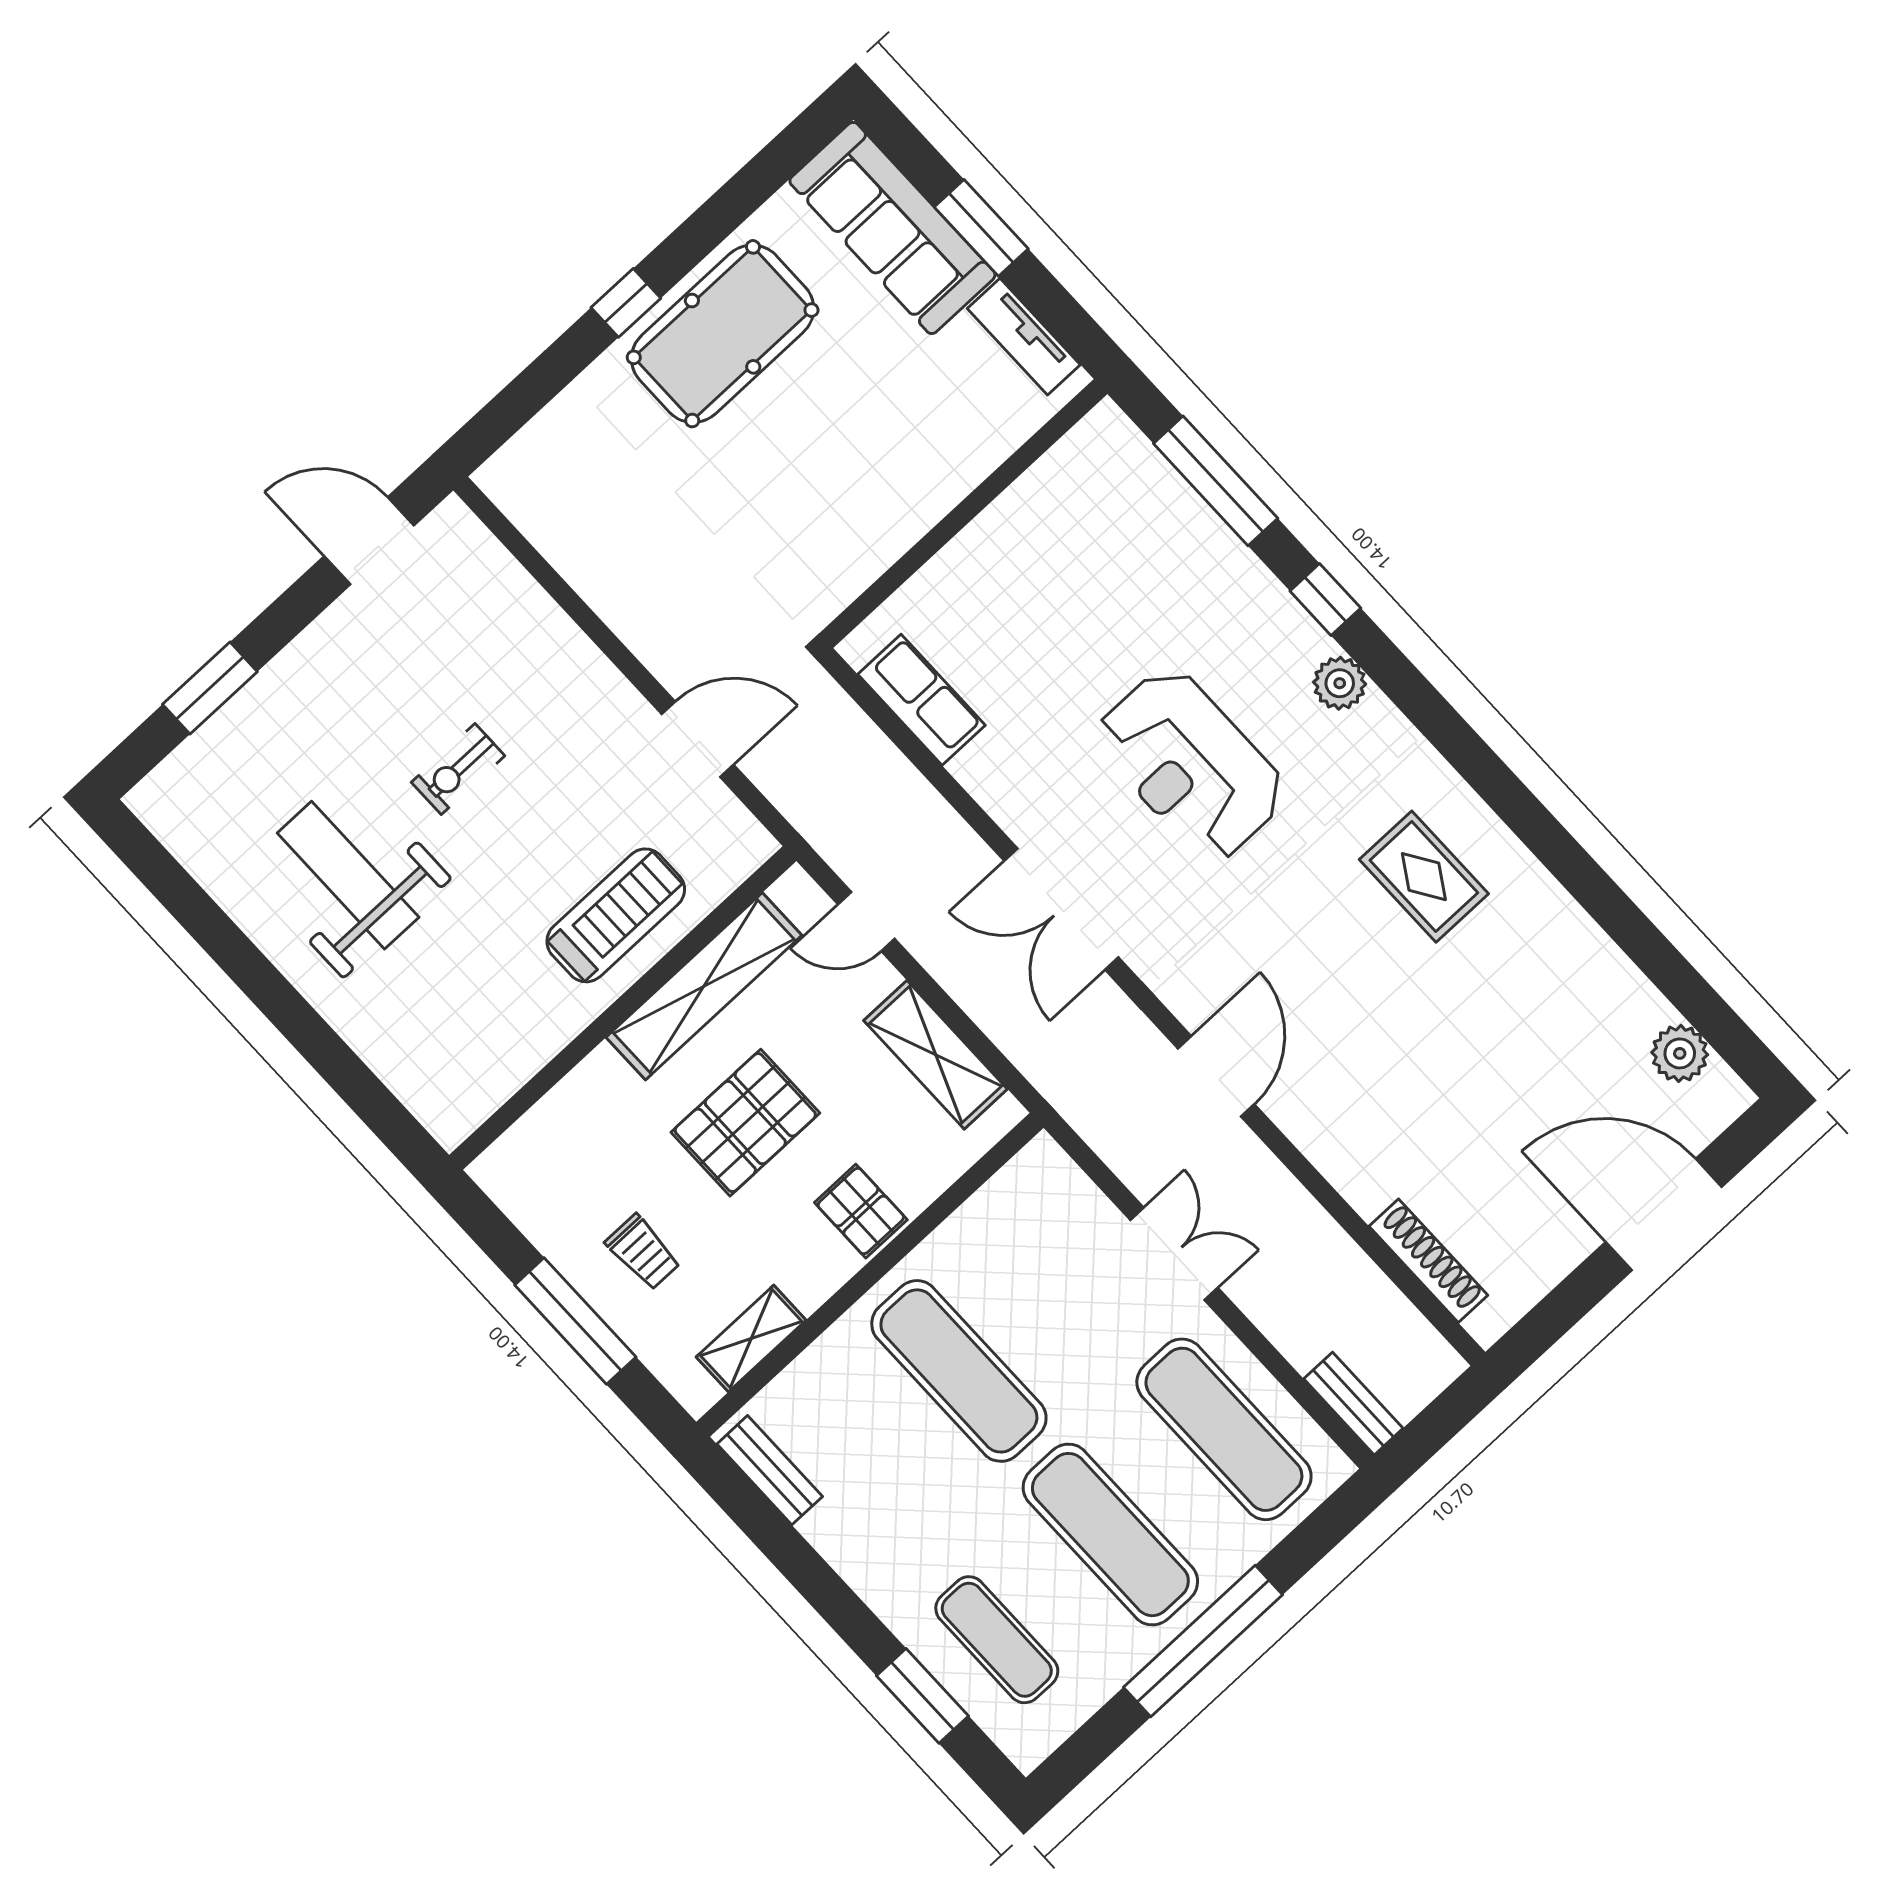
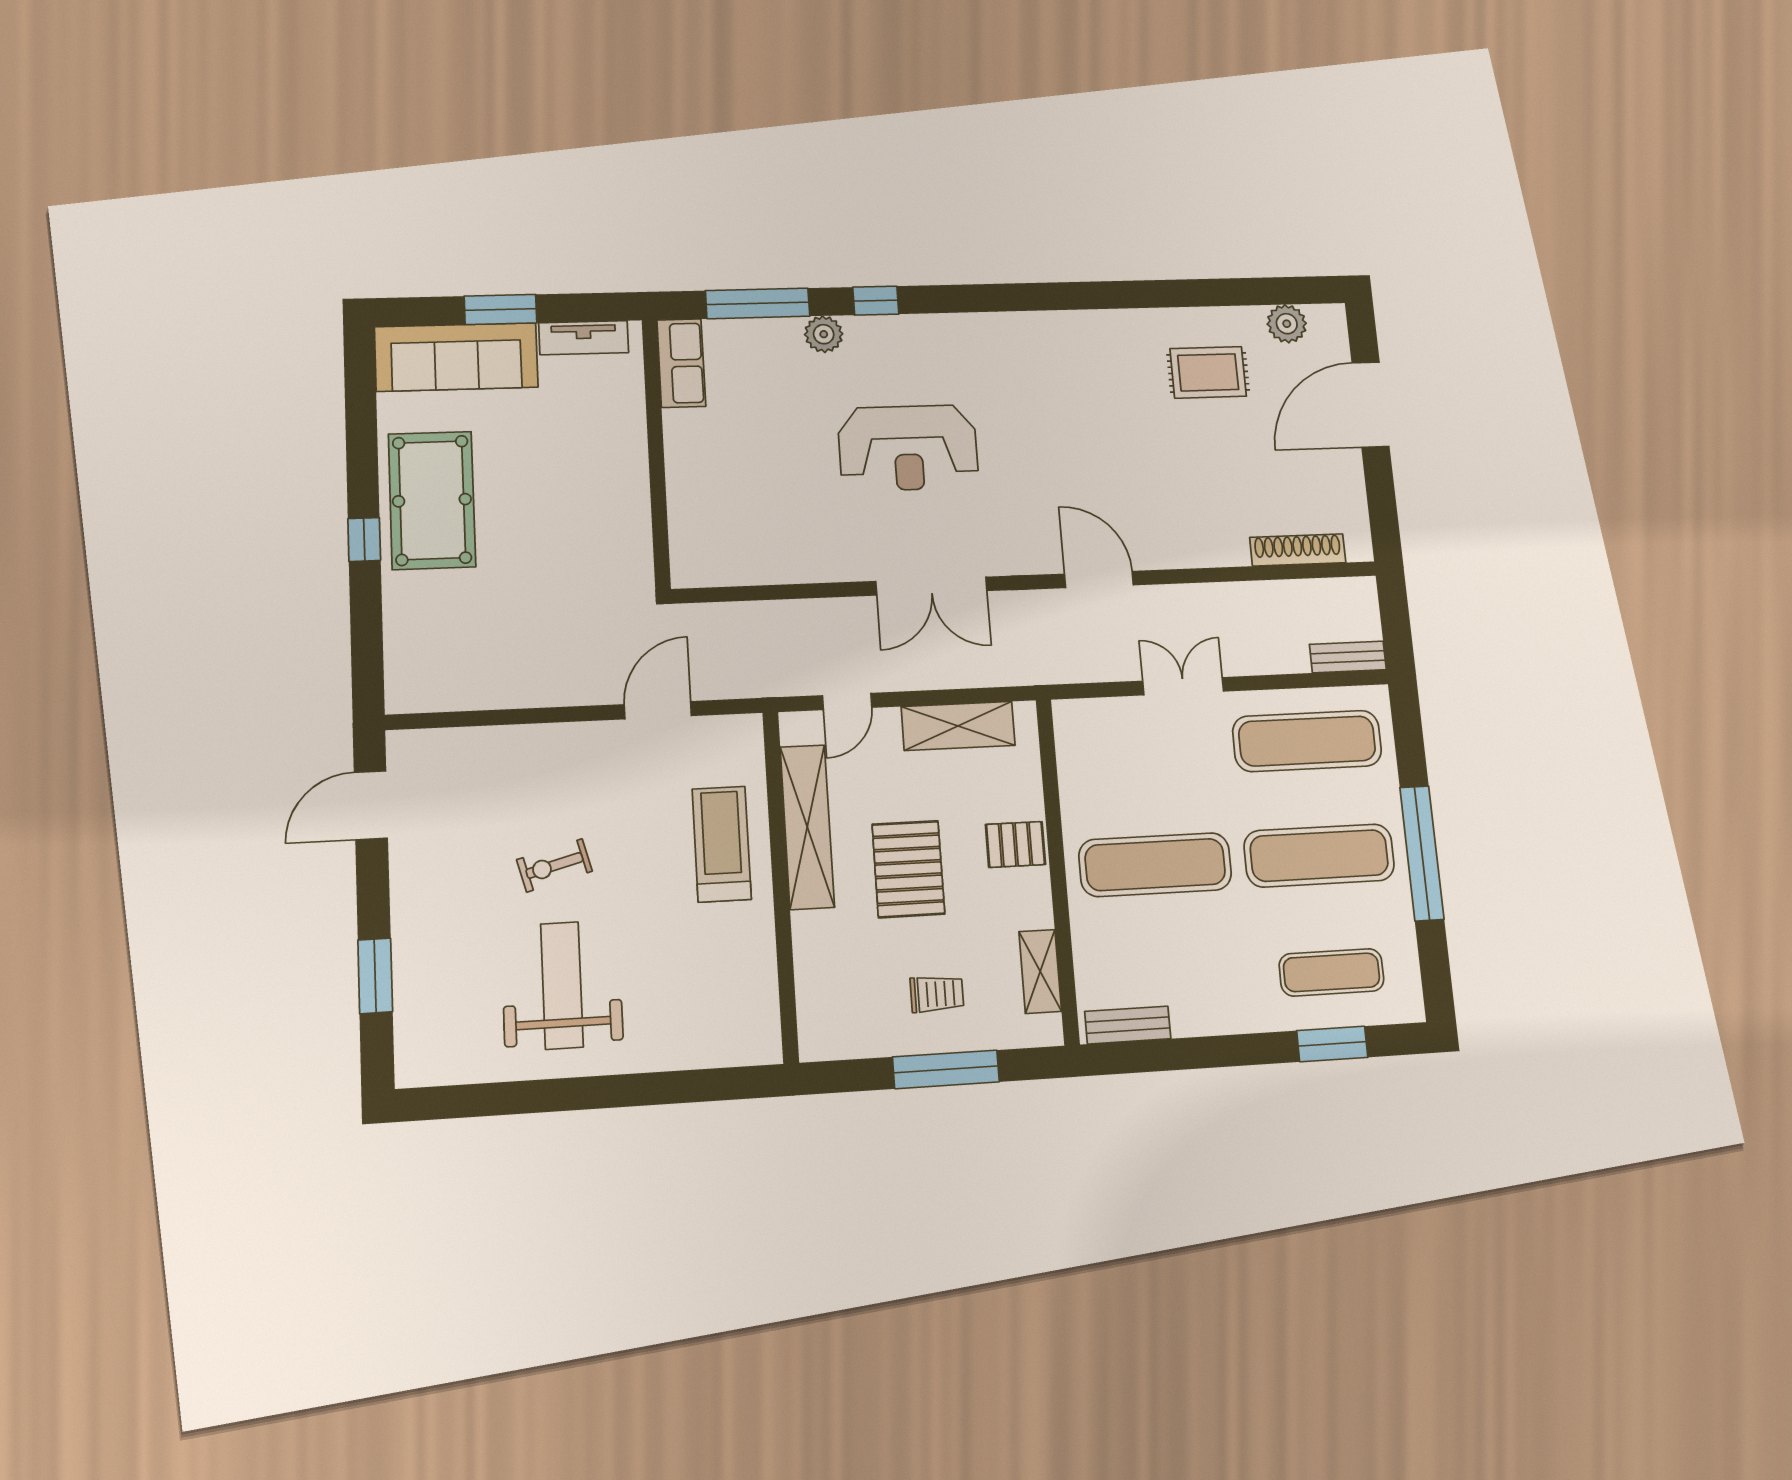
plant: (1340, 683) -> (824, 334), moved
row of seats: (922, 700) -> (681, 363), moved, turned 90
exercise bike: (458, 769) -> (554, 865), turned 75
weight bench: (348, 875) -> (562, 985), turned 90
rug: (1424, 877) -> (1208, 372), moved

